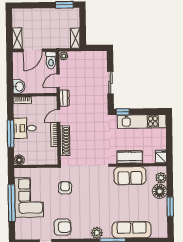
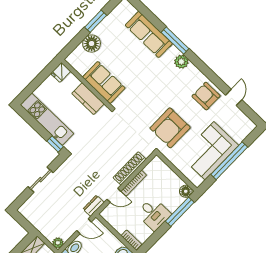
window: (11, 134) -> (180, 212), moved
plant: (161, 178) -> (79, 54), removed
armchair: (65, 188) -> (170, 128), width x1.88, depth x1.88

